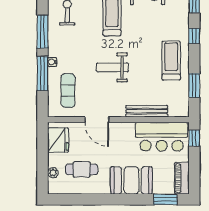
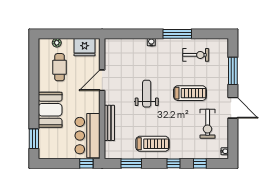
window: (42, 74) -> (141, 34), removed
exercise mat: (68, 91) -> (127, 56), removed
piano: (182, 178) -> (52, 153), removed

